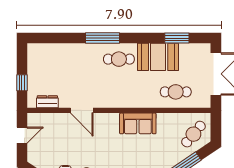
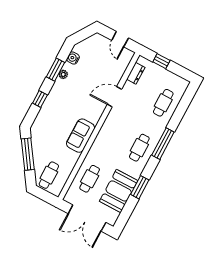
window: (177, 38) -> (140, 187), moved
booth: (158, 57) -> (119, 191), moved
cafe table: (62, 59) -> (163, 103), added
cafe table: (193, 134) -> (49, 175), turned 50

